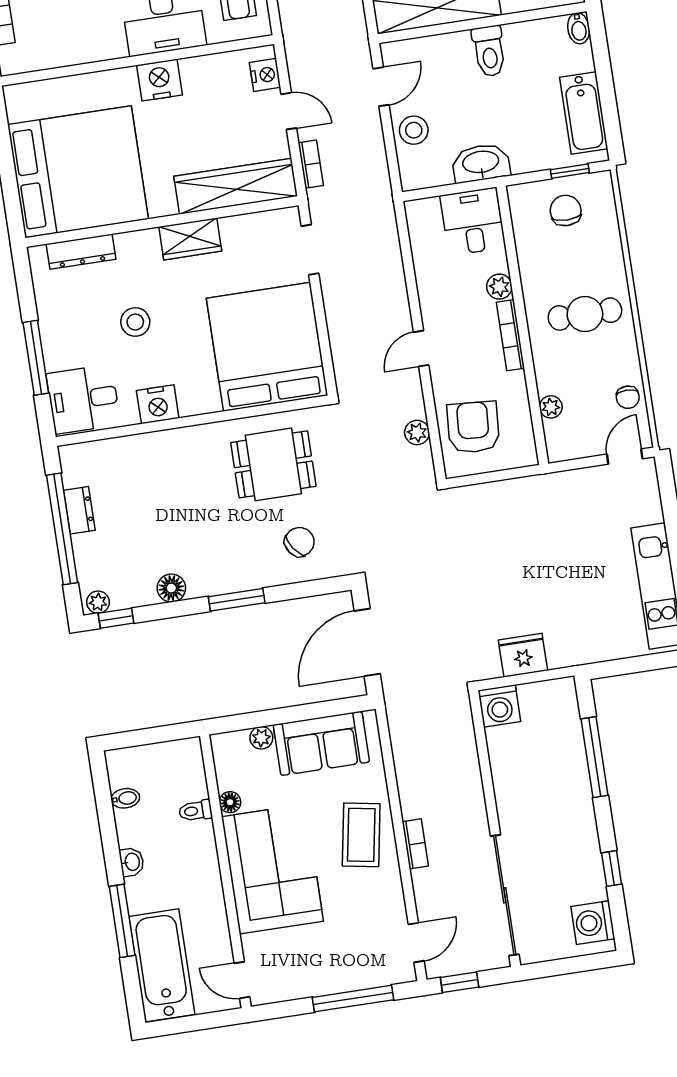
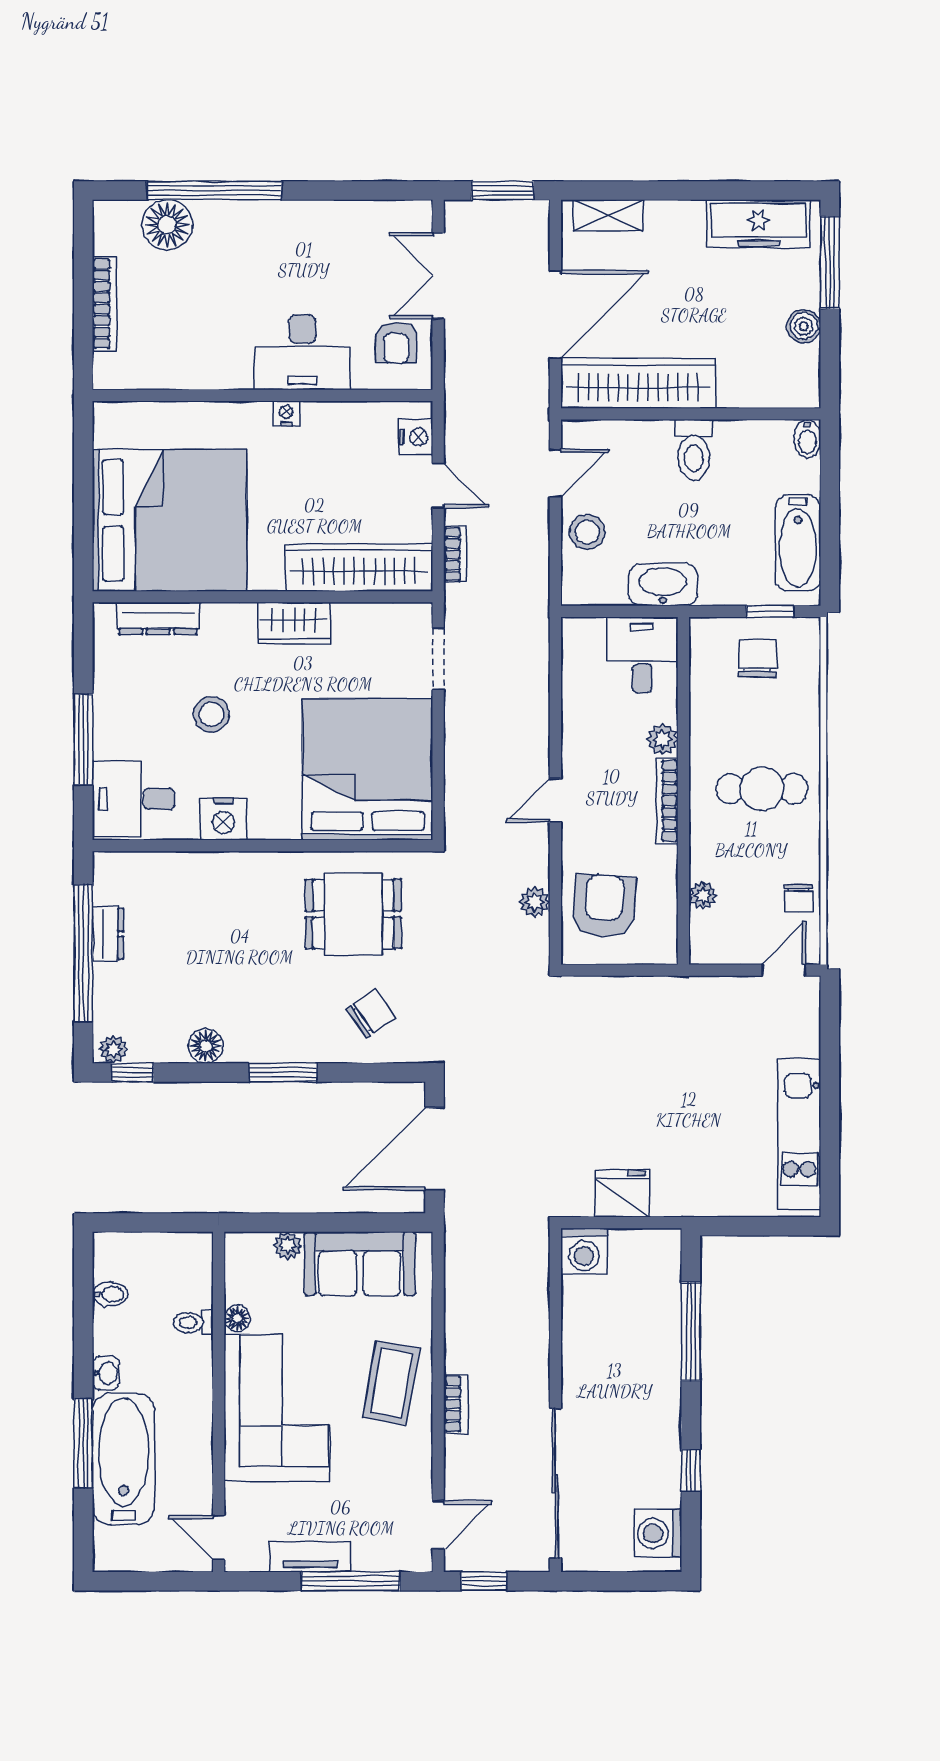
nightstand: (160, 80) -> (286, 414), width x0.53, depth x0.56
bathtub: (162, 965) -> (124, 1459), moved
tv unit: (318, 984) -> (310, 1557), added

